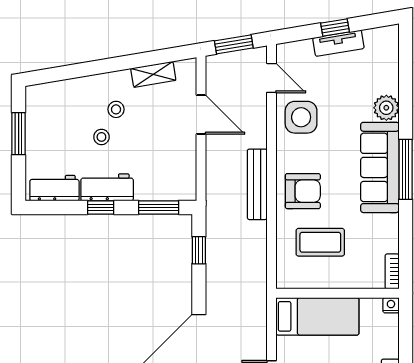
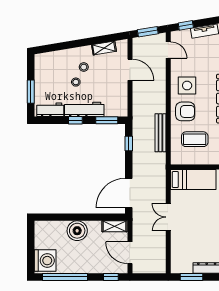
window: (335, 27) -> (186, 25), moved
side table: (301, 117) -> (187, 86), moved
window: (19, 134) -> (31, 92), moved
bench: (257, 184) -> (160, 133), moved
workbench: (107, 187) -> (84, 109), width x1.37

